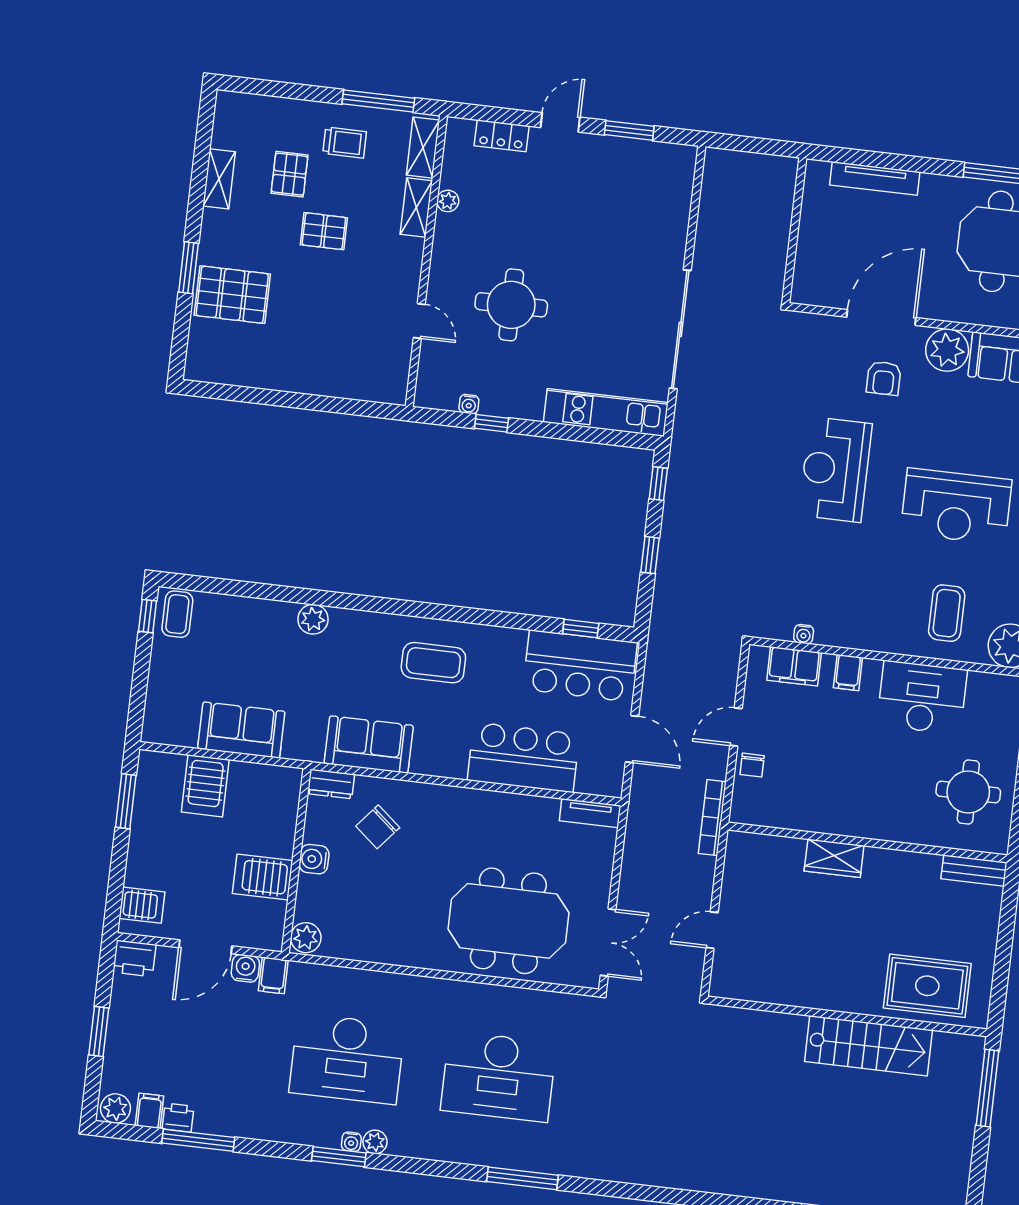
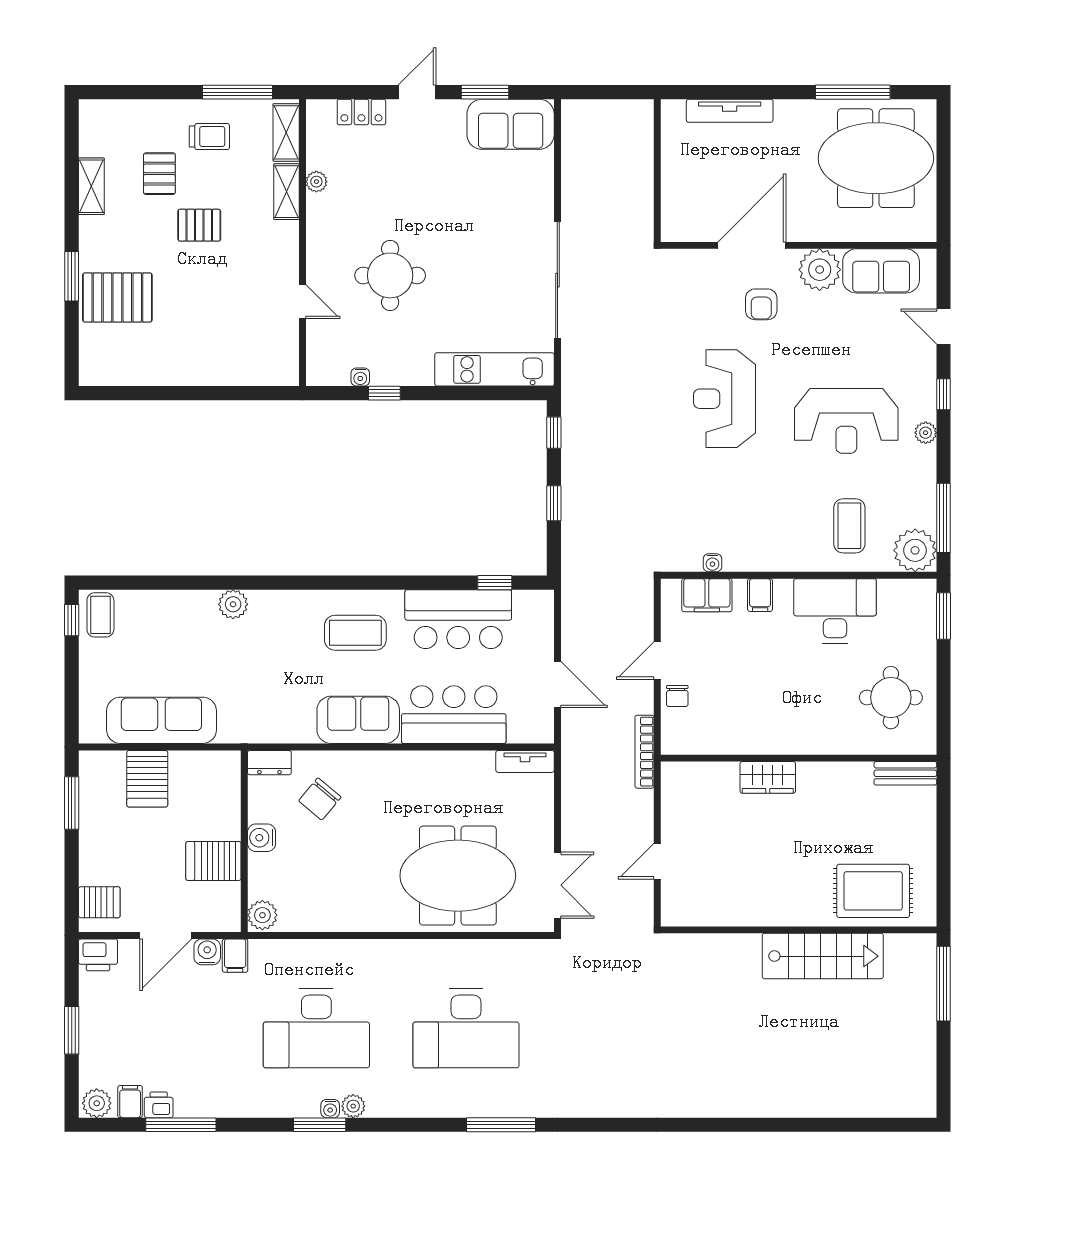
sofa: (651, 166) -> (511, 124), added
bar counter: (580, 666) -> (458, 619), moved
sofa: (241, 730) -> (161, 720), width x1.36
sofa: (369, 745) -> (358, 720), moved

